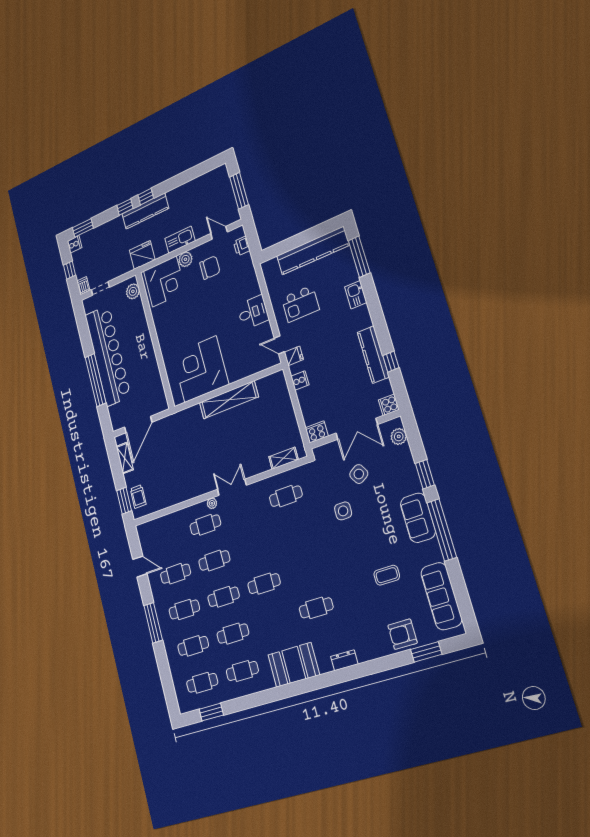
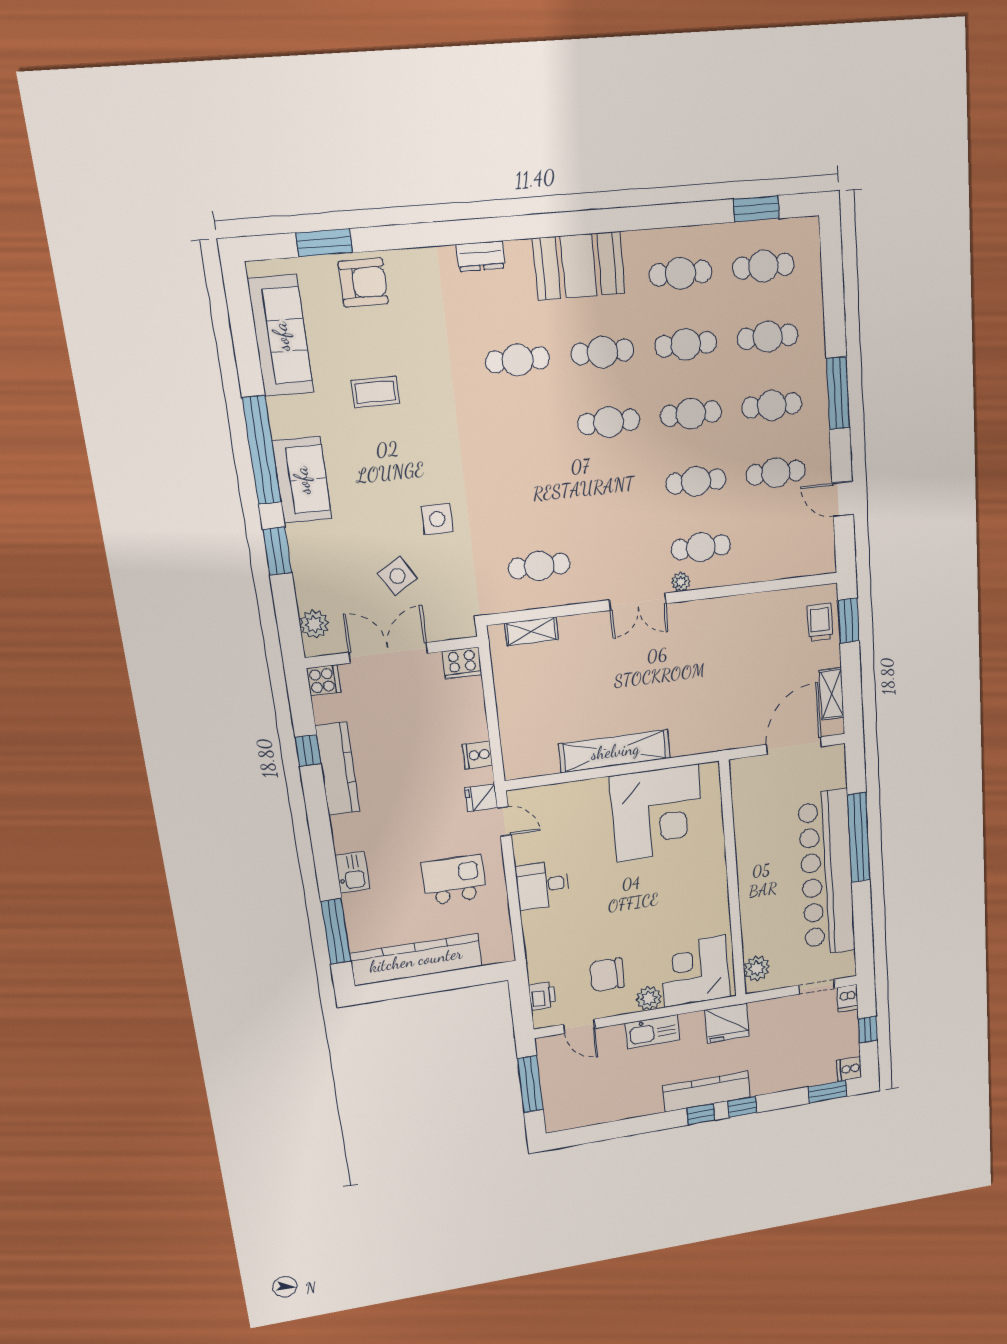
cafe table: (274, 621) -> (602, 352), added

